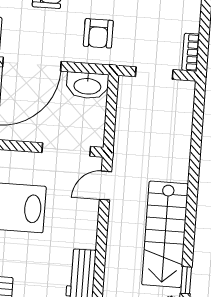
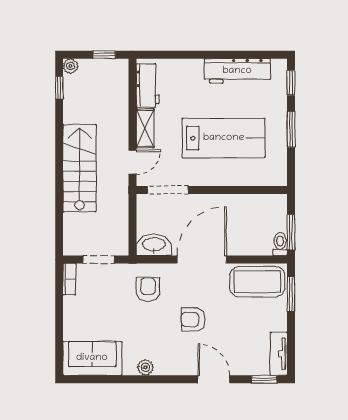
shelving: (88, 225) -> (145, 128), added
stairs: (165, 234) -> (80, 168), moved

